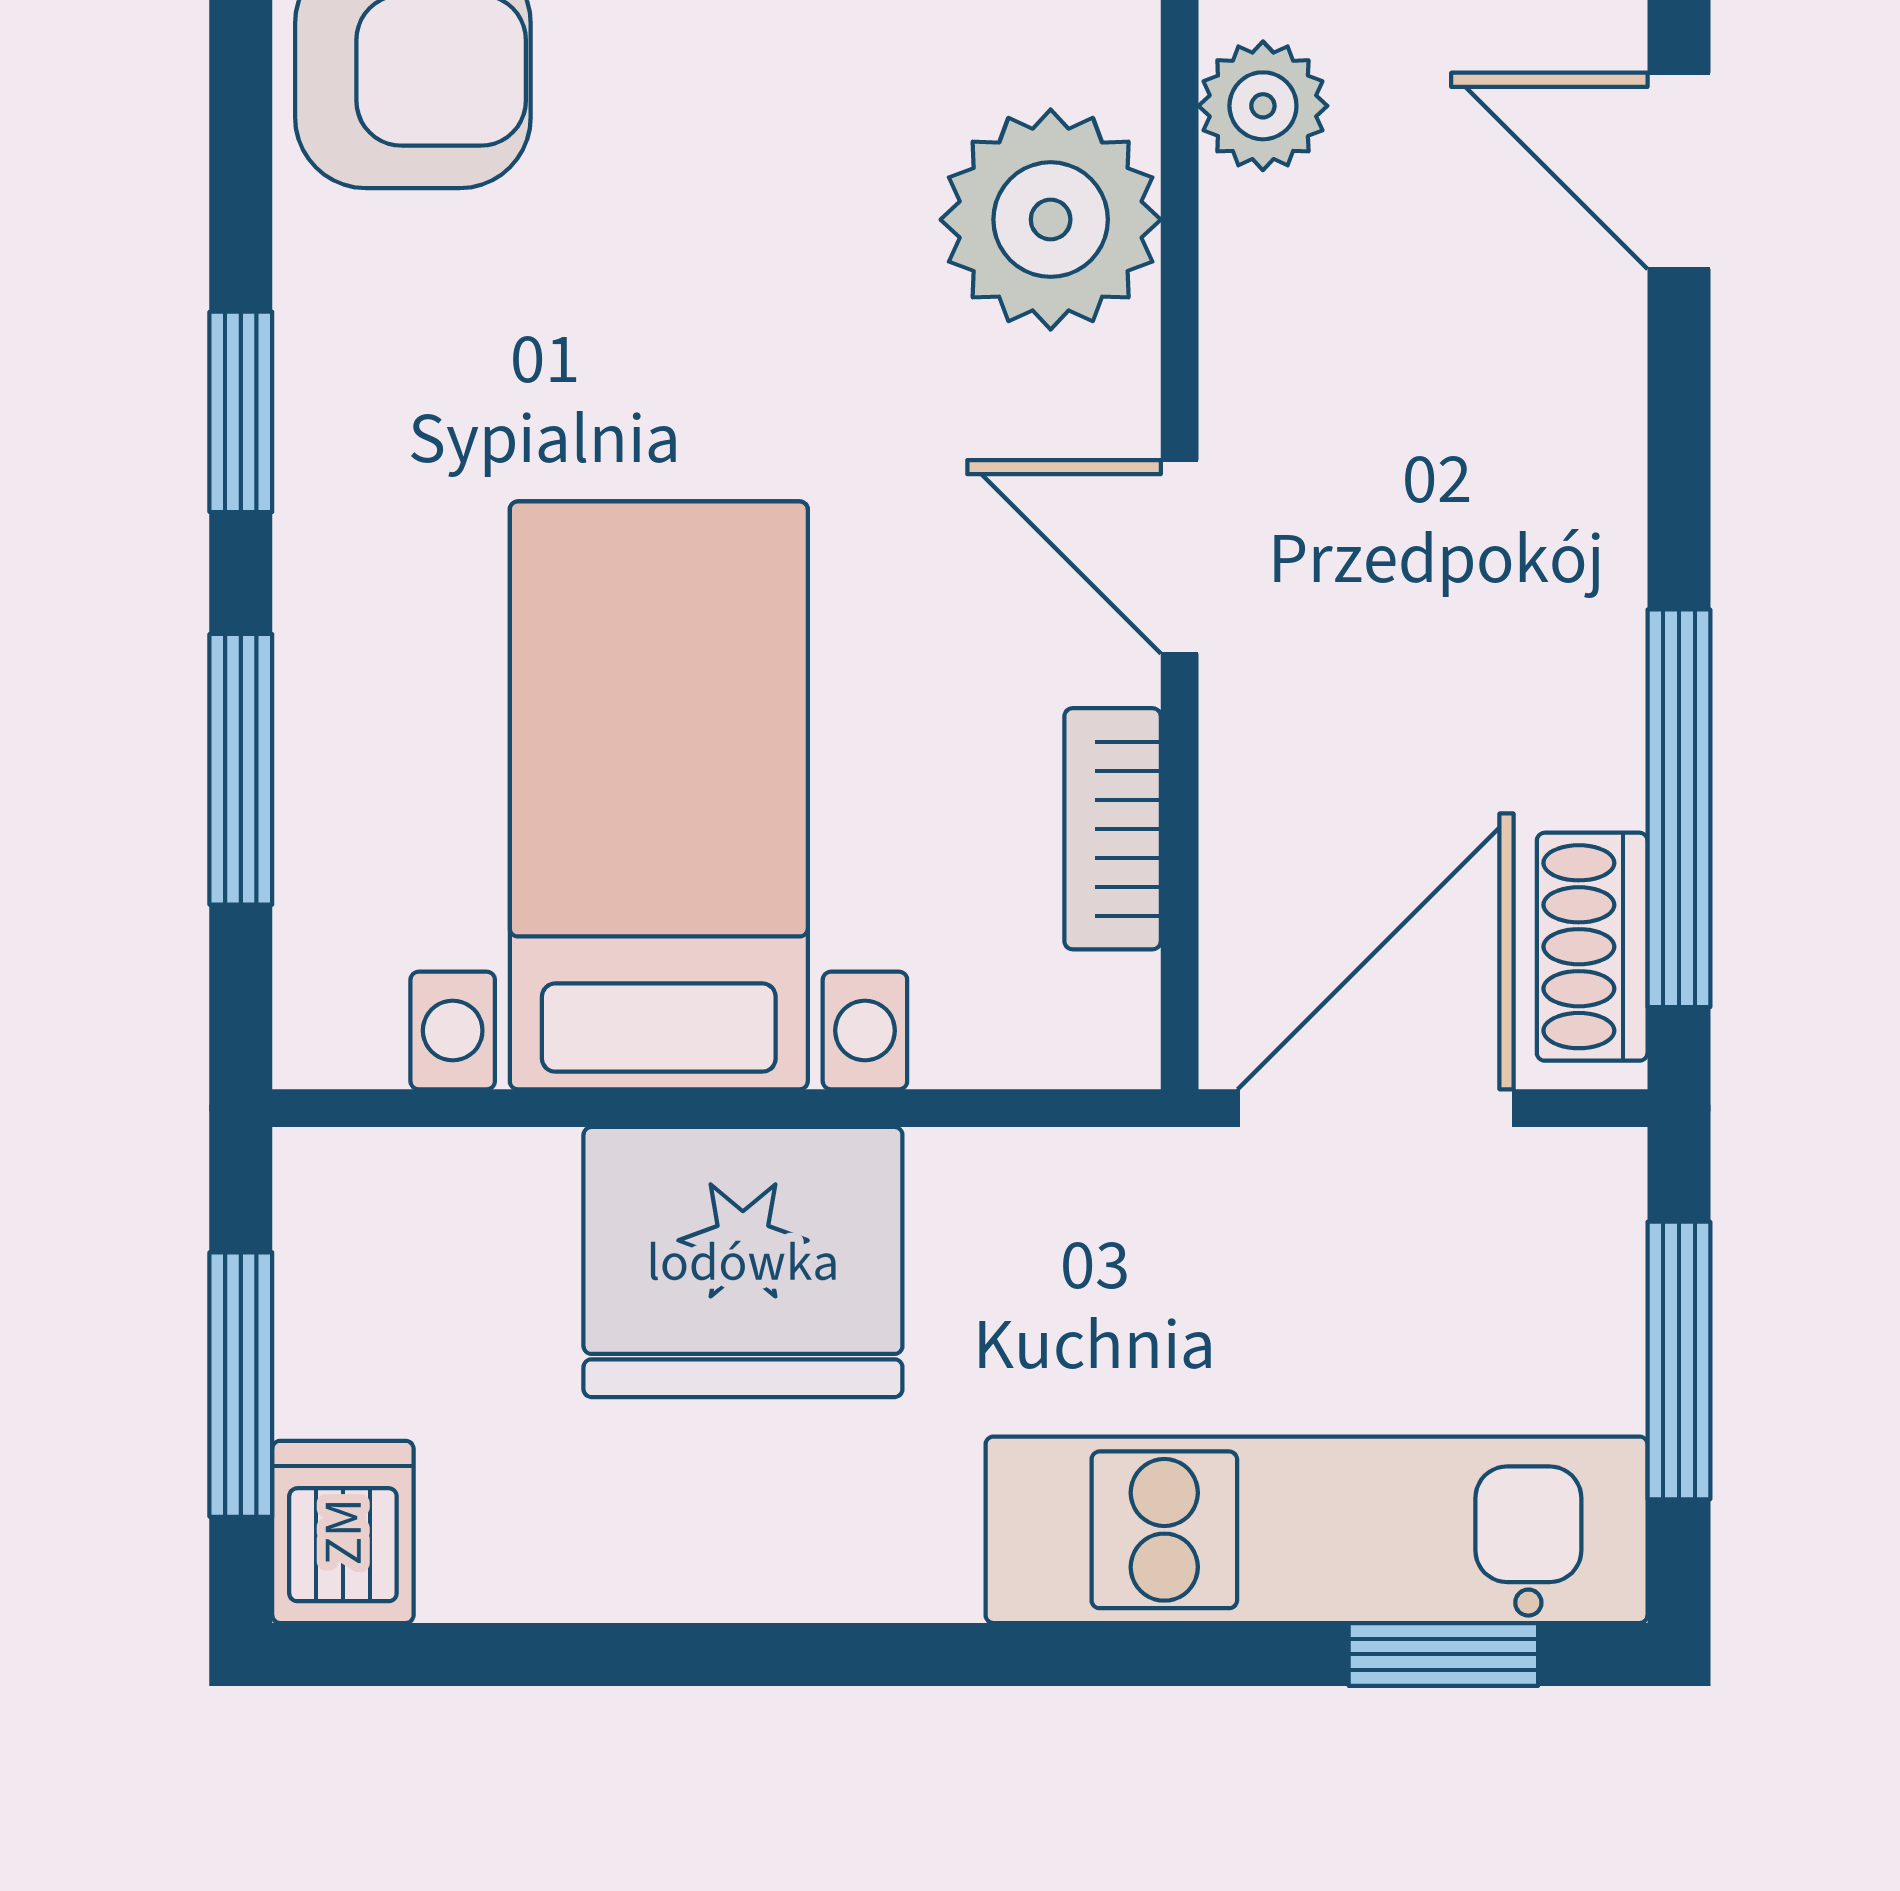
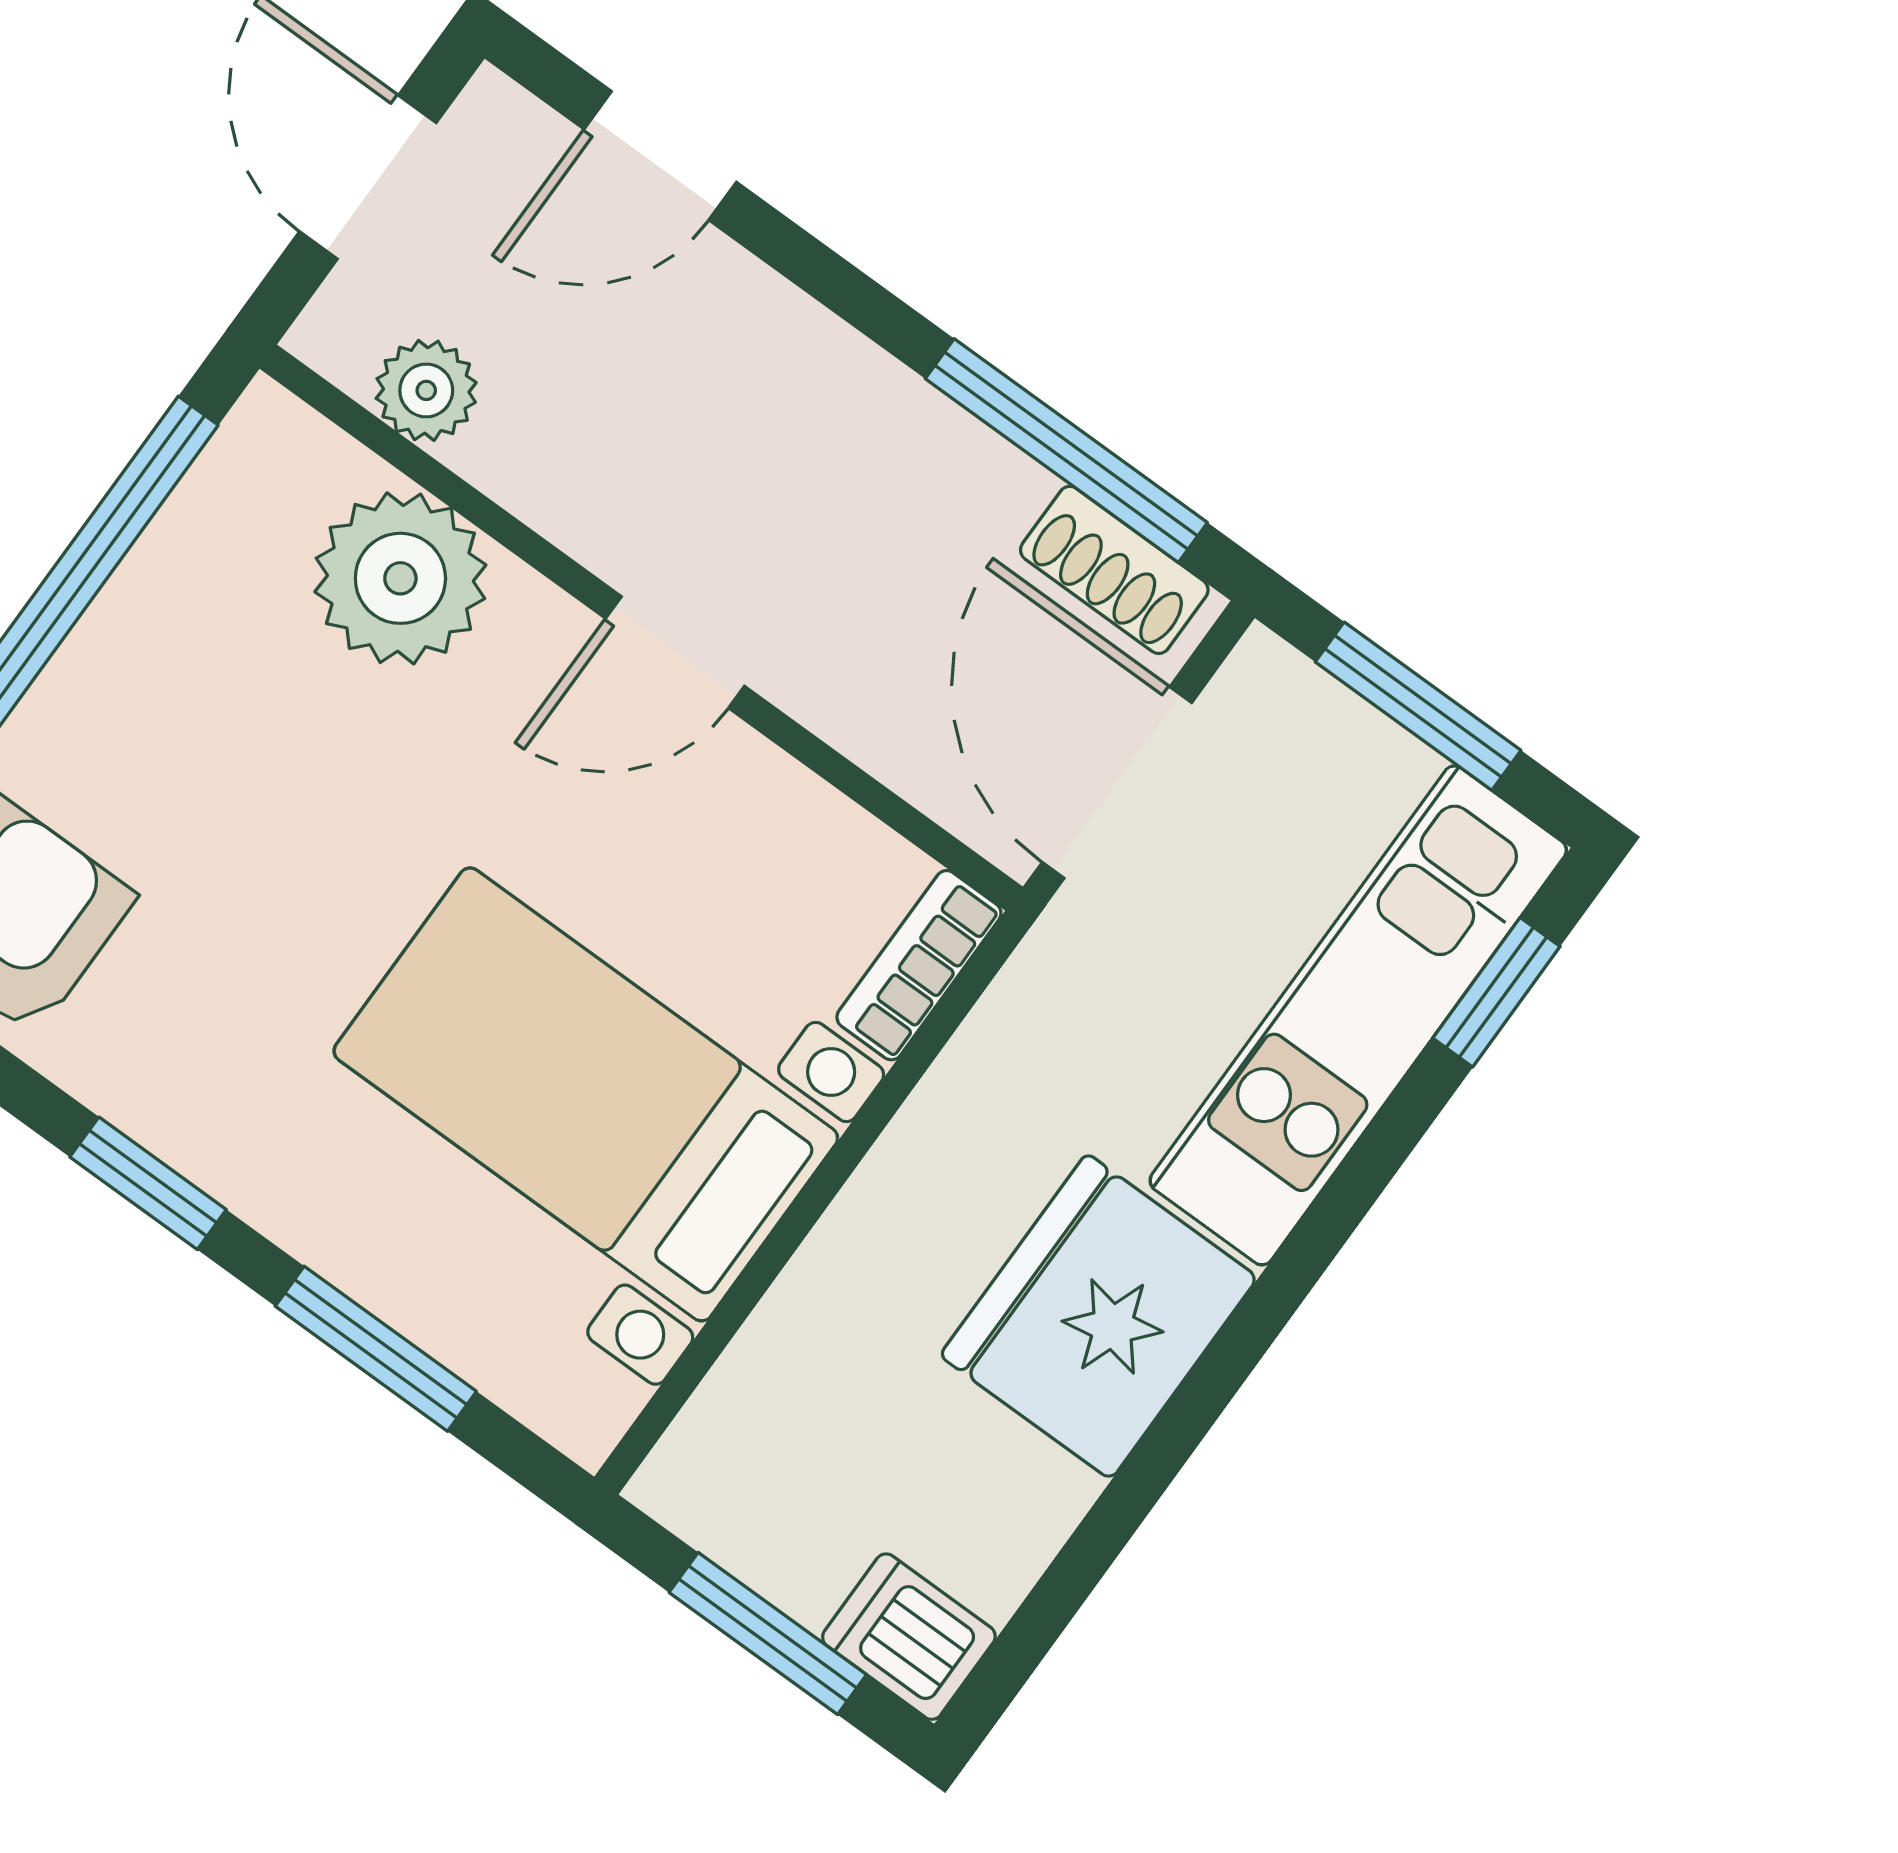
bookcase: (1113, 829) -> (919, 965), moved, turned 90
fridge: (743, 1262) -> (1099, 1316), moved, turned 180

